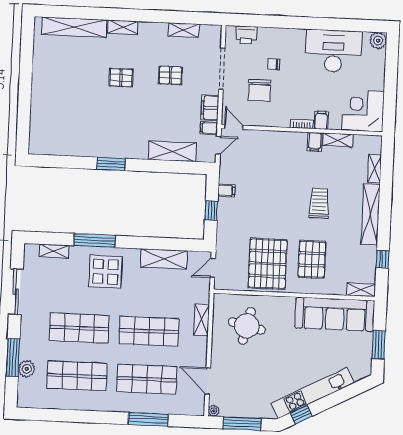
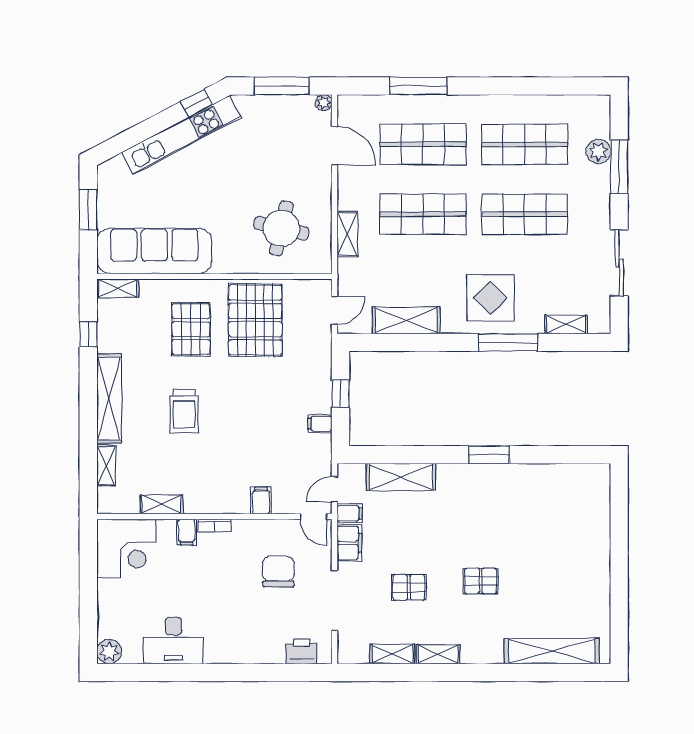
shelving: (123, 27) -> (438, 654), moved
desk: (333, 51) -> (173, 641), width x0.73, depth x0.77
chair: (274, 64) -> (259, 610), removed
filing cabinet: (315, 142) -> (261, 500), moved

